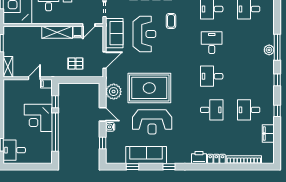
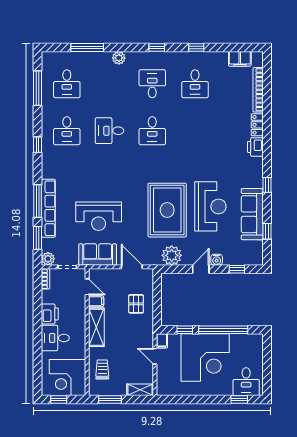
coffee table: (171, 21) -> (82, 182), removed
reception desk: (144, 34) -> (99, 216), turned 180
trolley: (24, 37) -> (102, 370), added
window: (277, 47) -> (87, 47), moved
desk: (212, 110) -> (152, 84), moved
corner desk: (38, 118) -> (205, 357), width x1.36, depth x1.36
filing cabinet: (268, 134) -> (240, 59), moved

